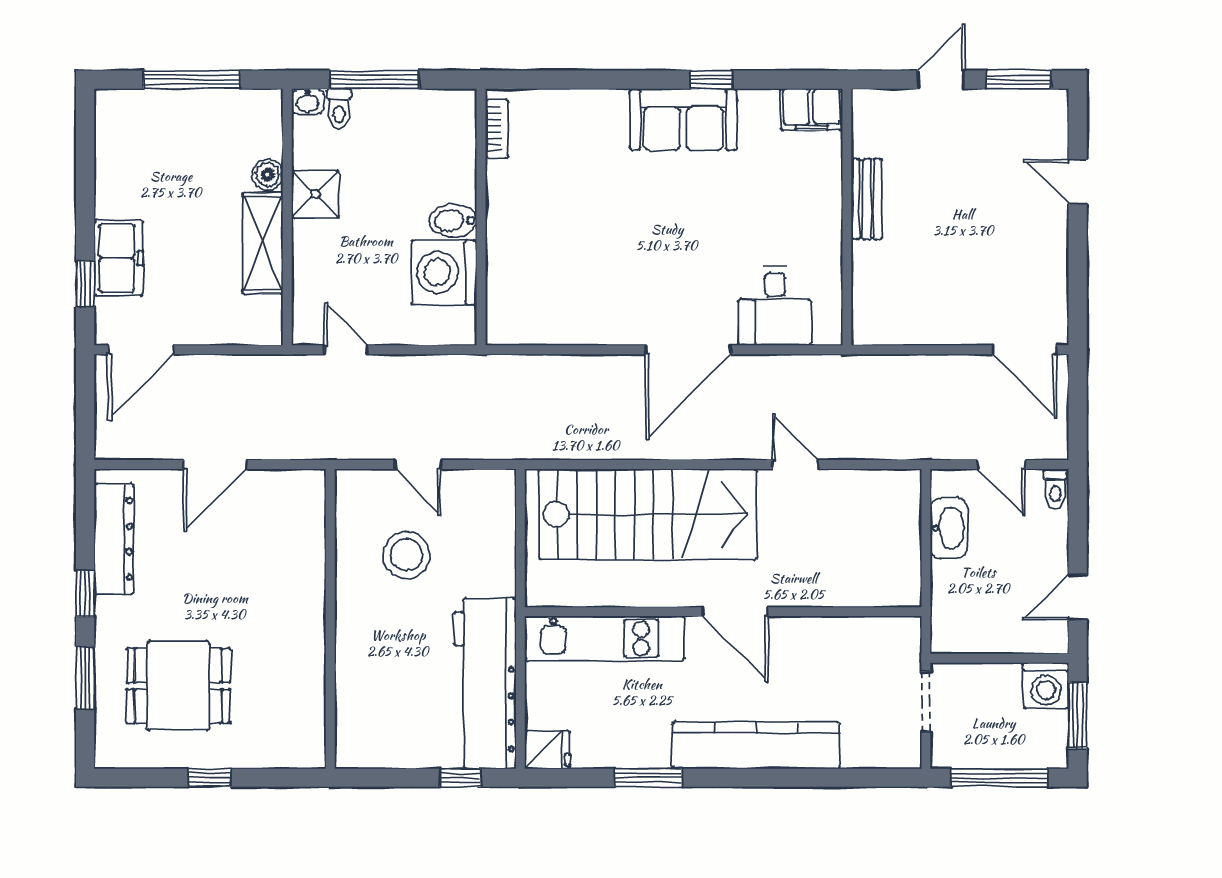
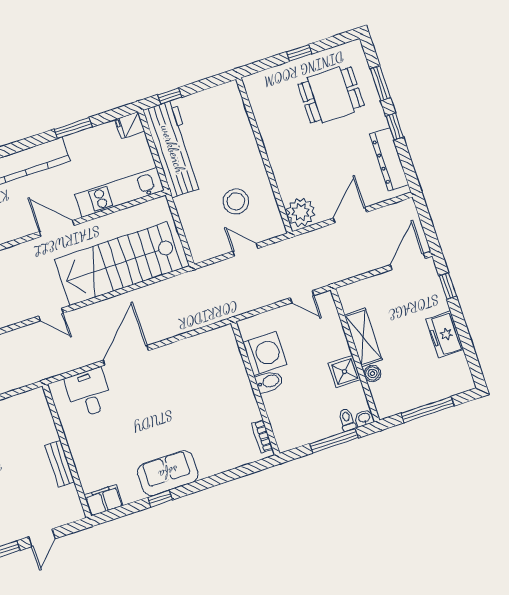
freezer: (119, 258) -> (445, 335), moved
plant: (299, 499) -> (301, 212), added

